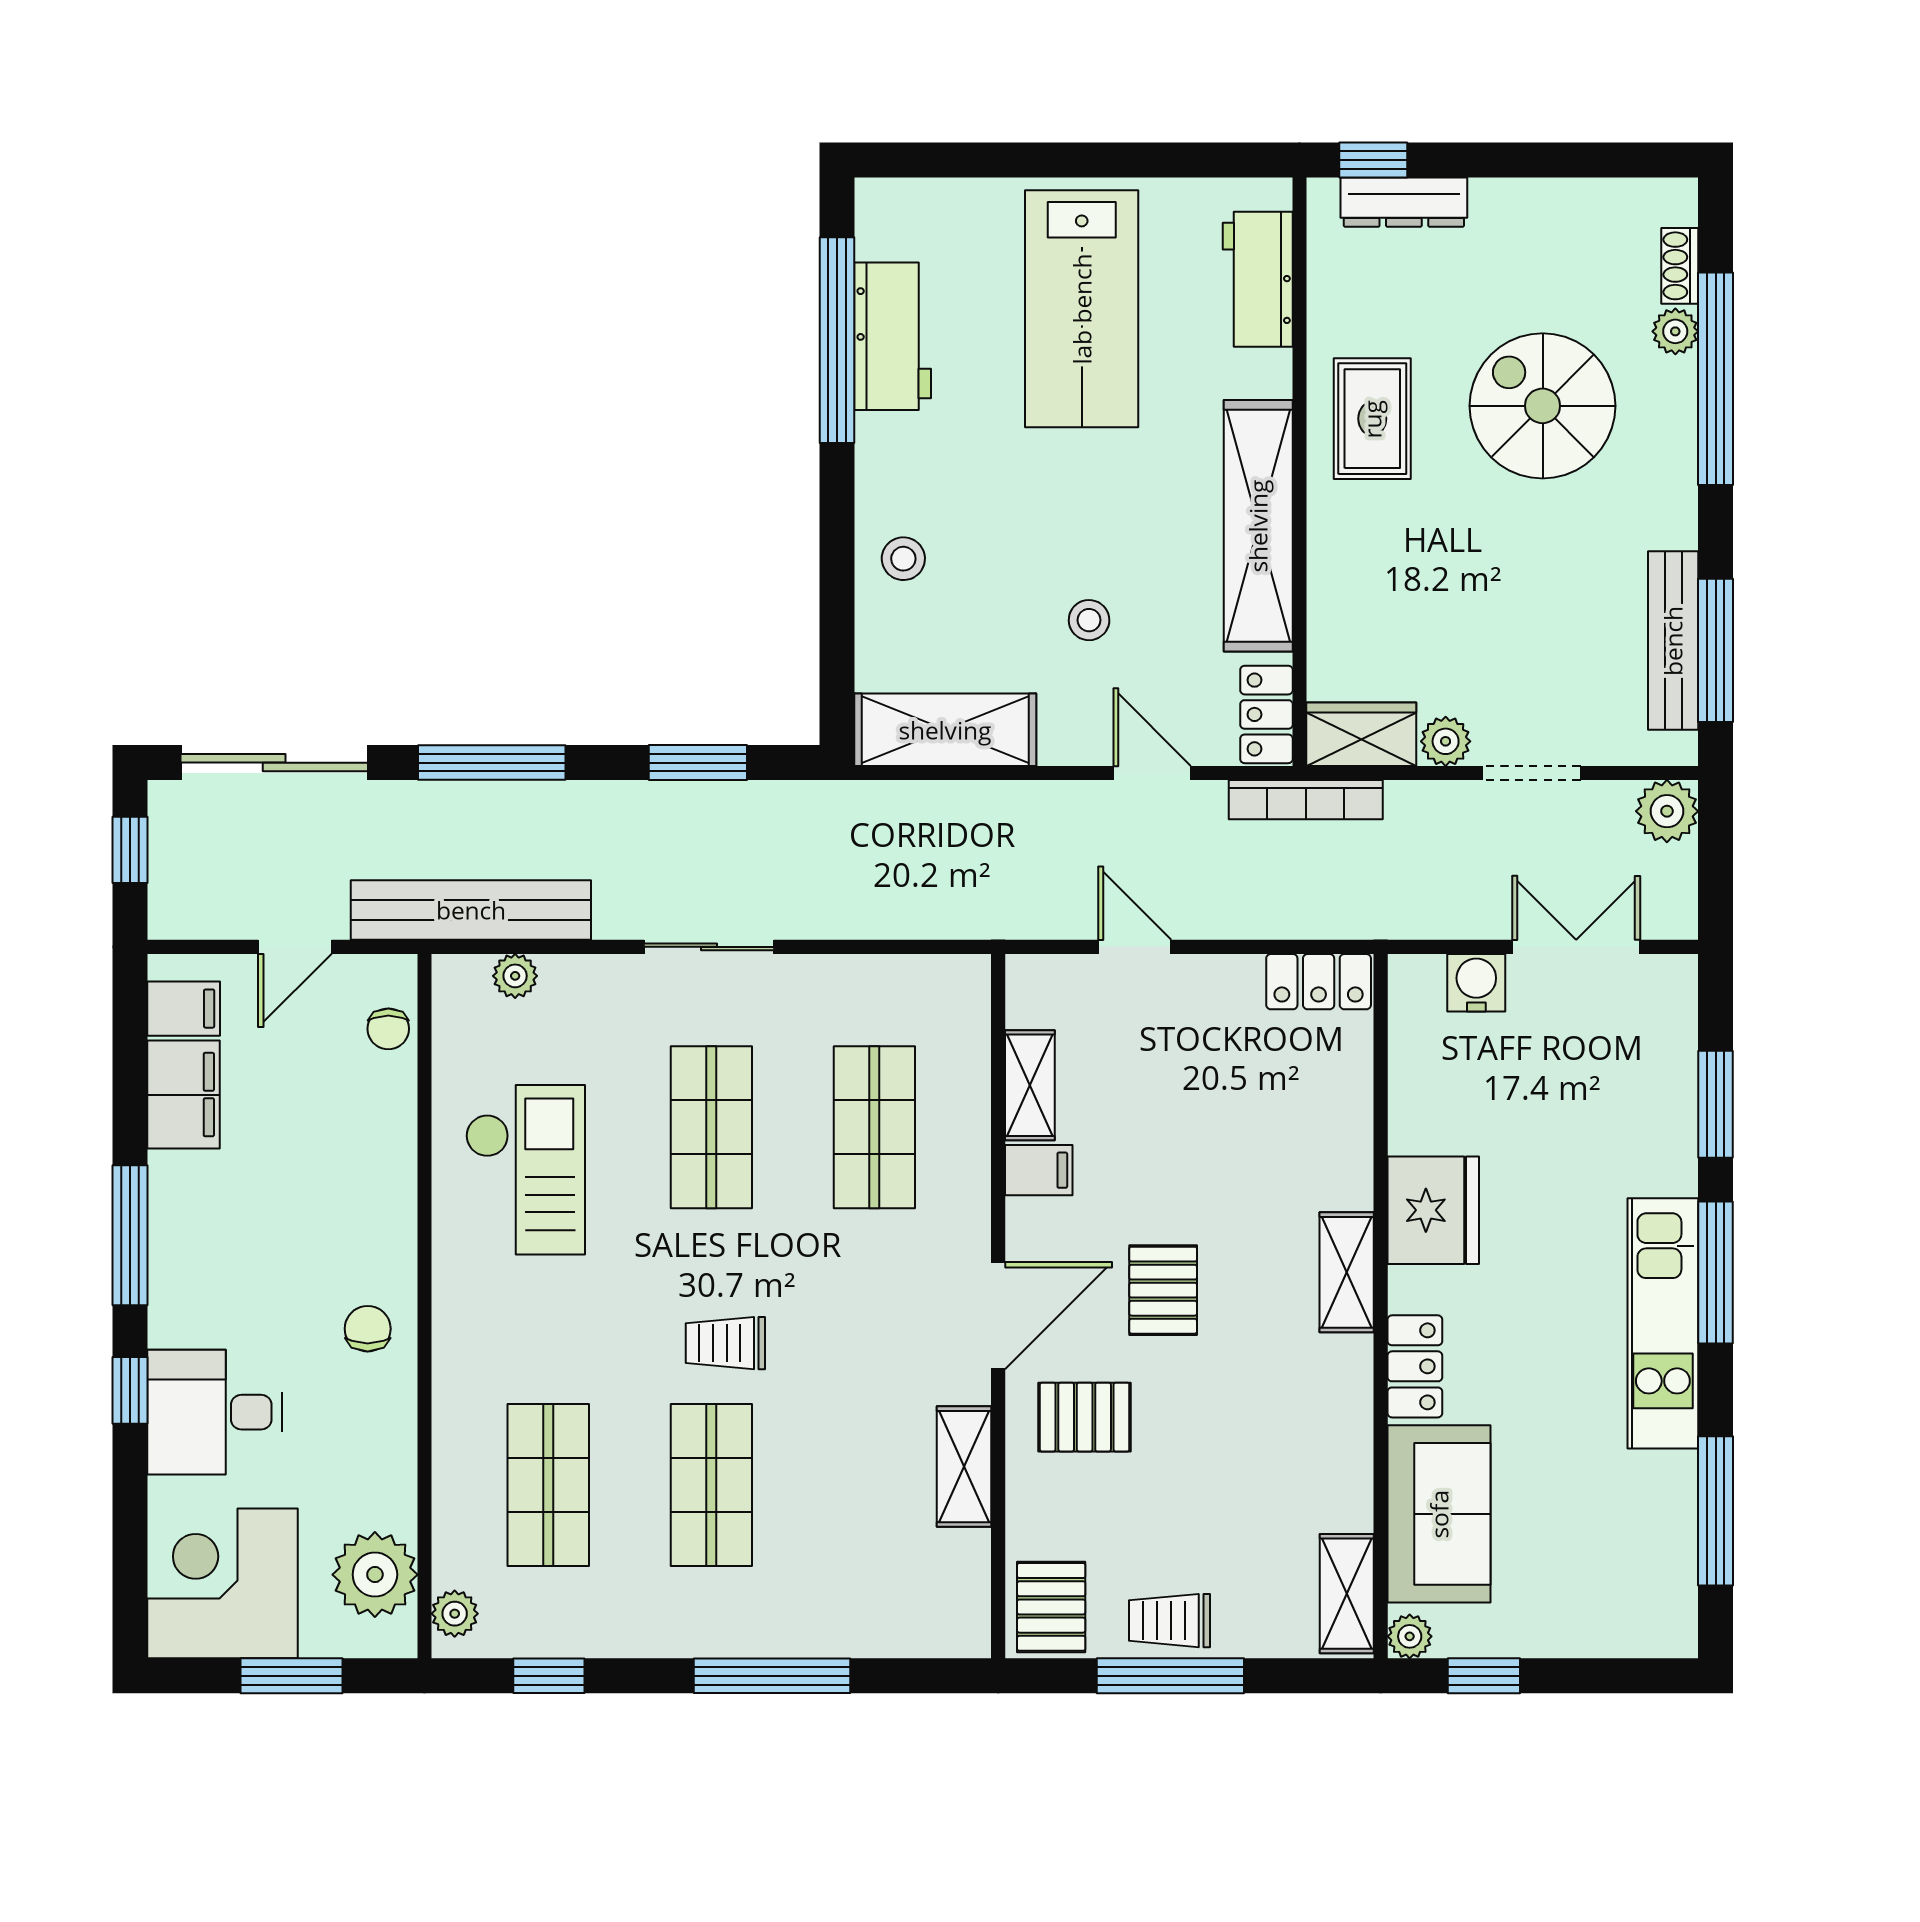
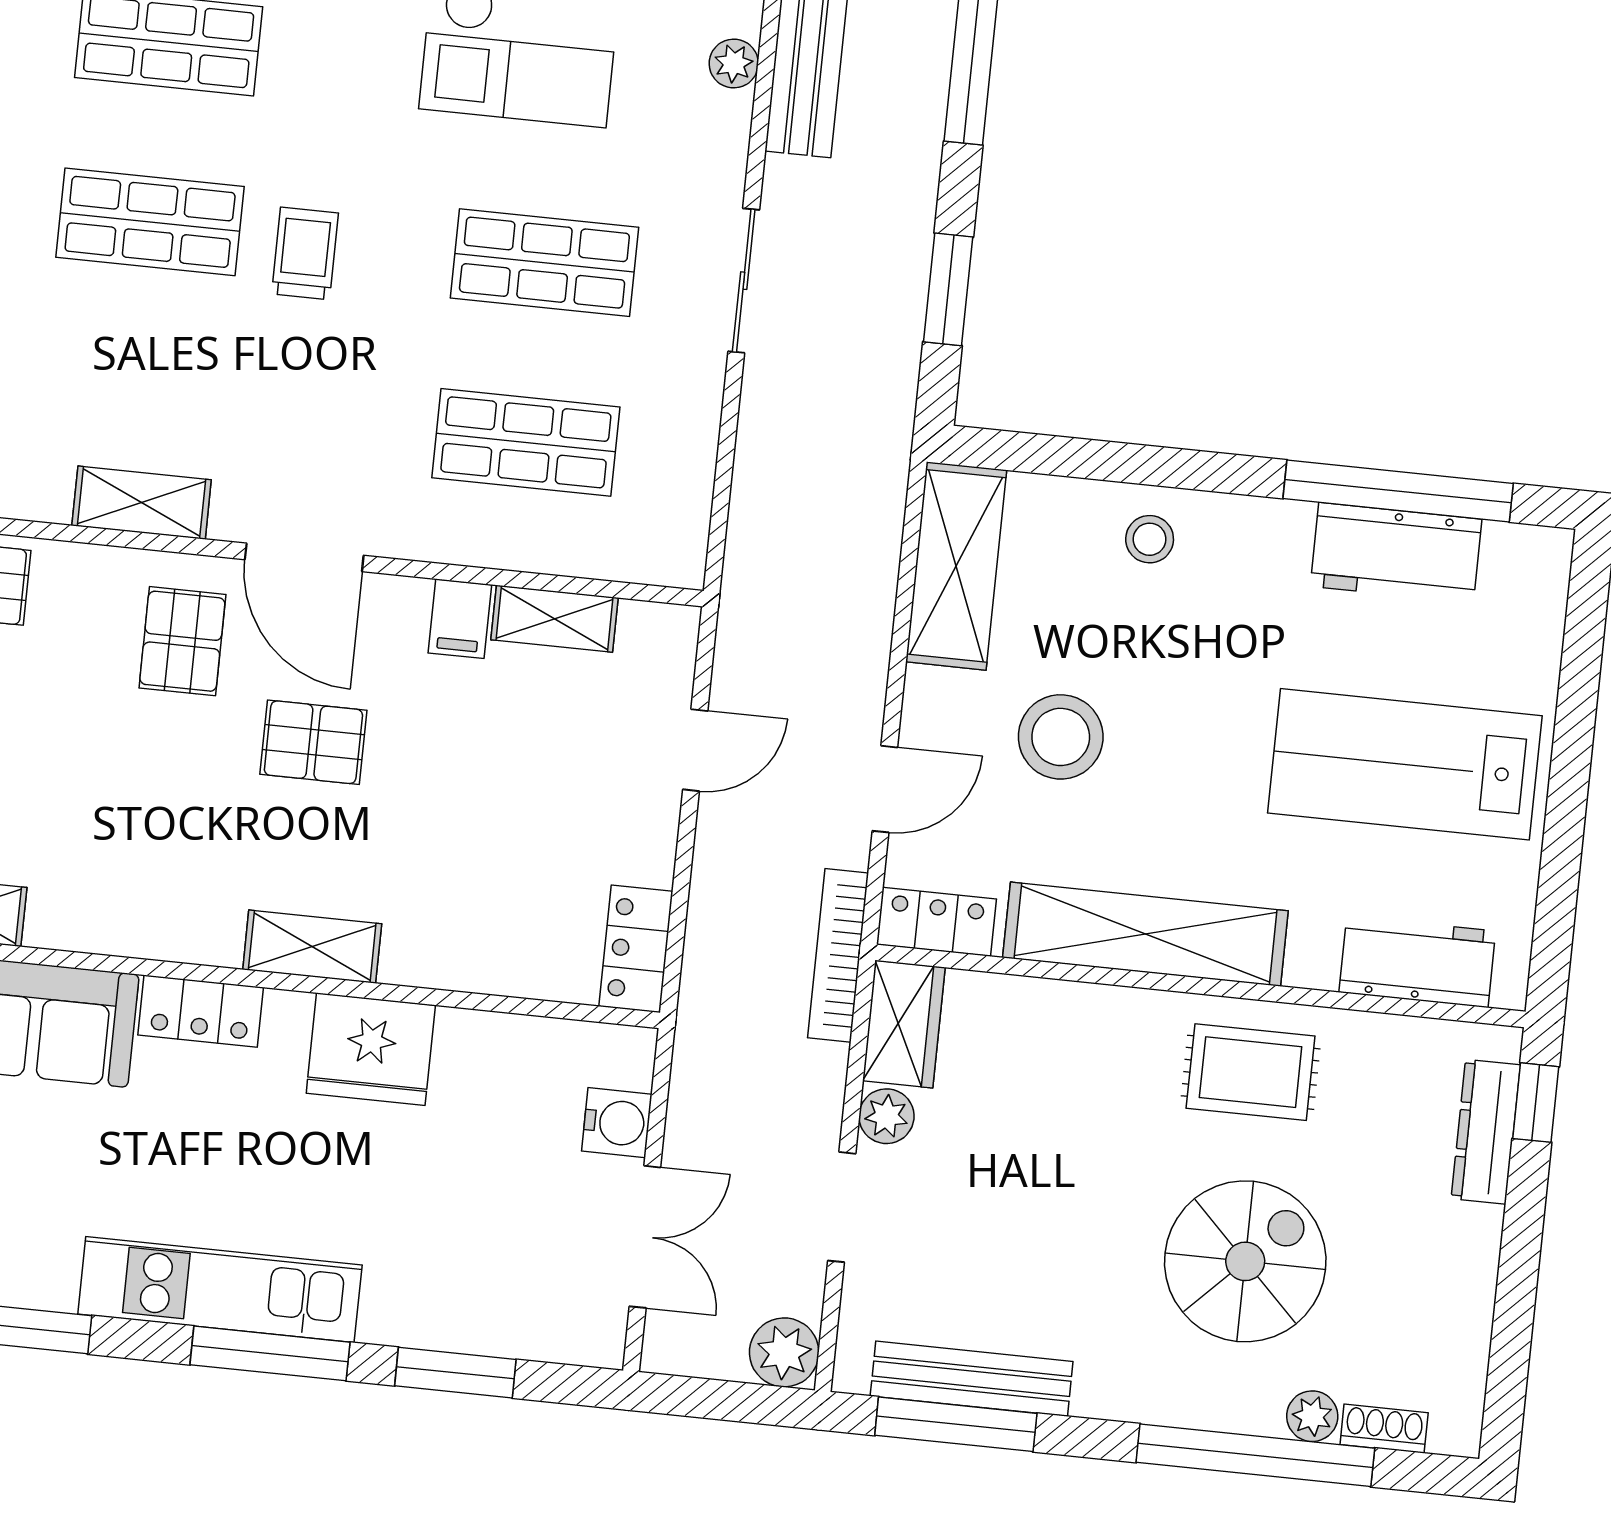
stool: (1089, 620) -> (1061, 737), width x1.89, depth x1.89

